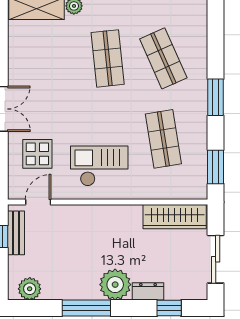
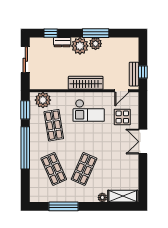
shop shelf: (108, 58) -> (84, 169), turned 30
window: (216, 97) -> (25, 148), width x2.11
plant: (183, 185) -> (43, 100), added
wardrobe: (175, 217) -> (86, 83), moved
plant: (30, 289) -> (96, 44), moved

